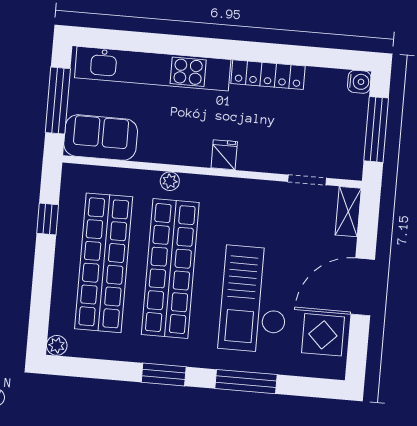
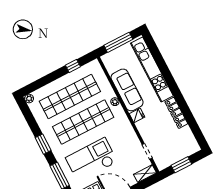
water cooler: (359, 82) -> (195, 148), removed
window: (376, 129) -> (181, 165), width x0.69
sofa: (101, 138) -> (127, 90), moved, width x1.36

